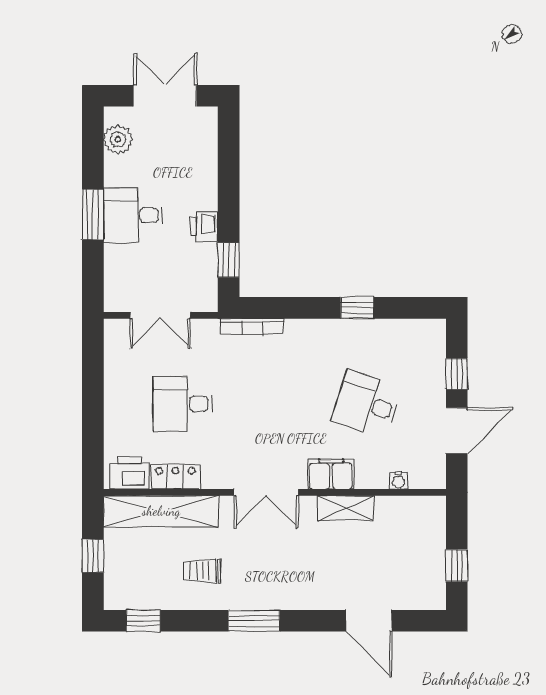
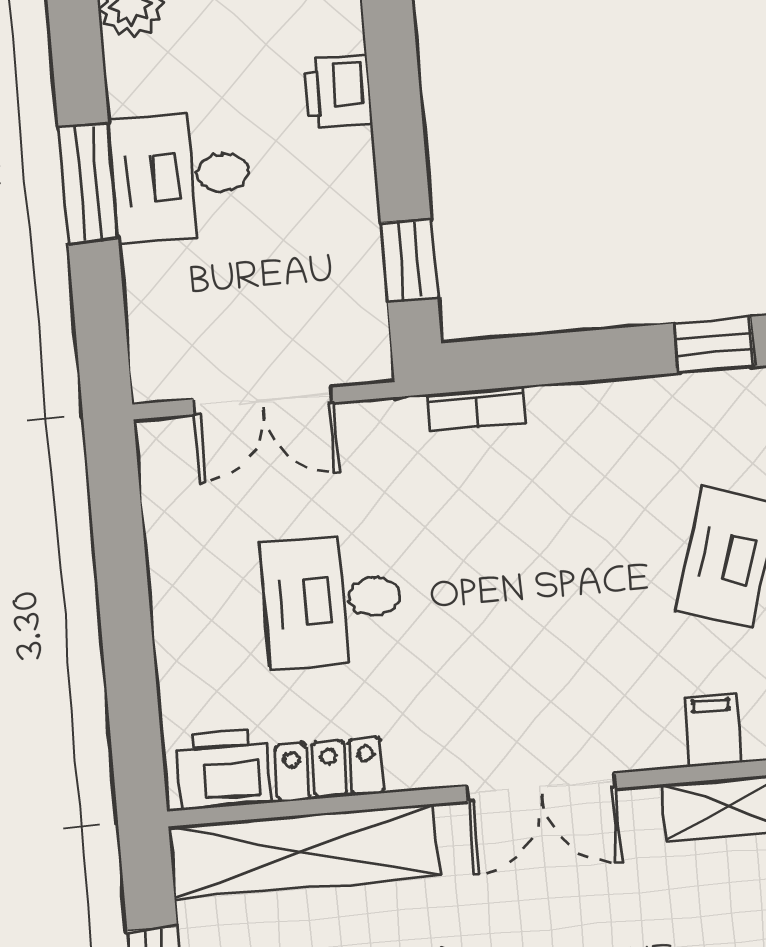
printer: (204, 227) -> (338, 91), moved
bookcase: (252, 327) -> (476, 409), width x0.64
filing cabinet: (331, 474) -> (712, 730), width x0.50

